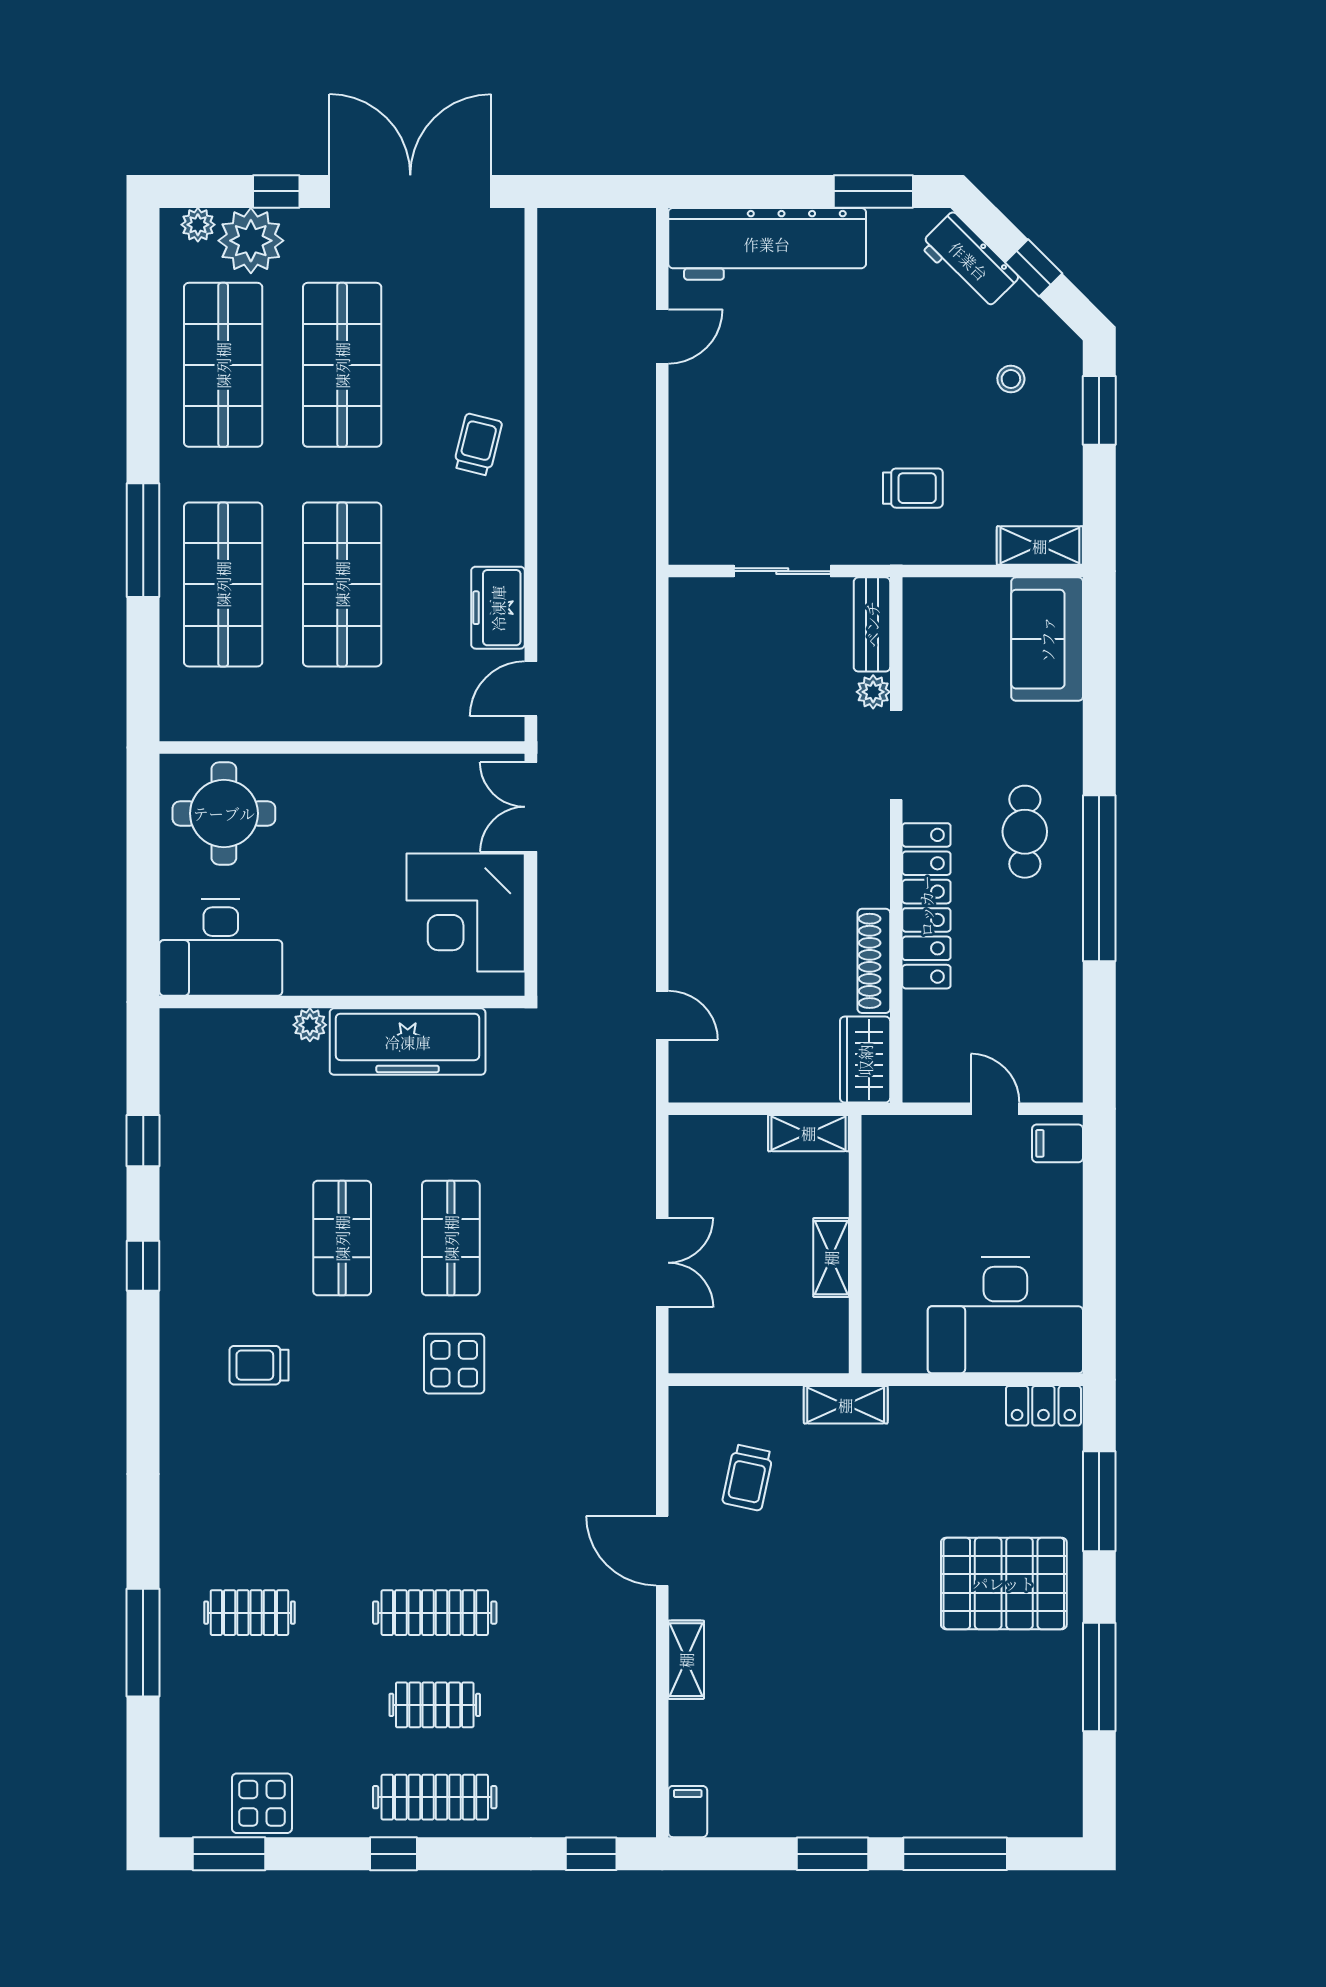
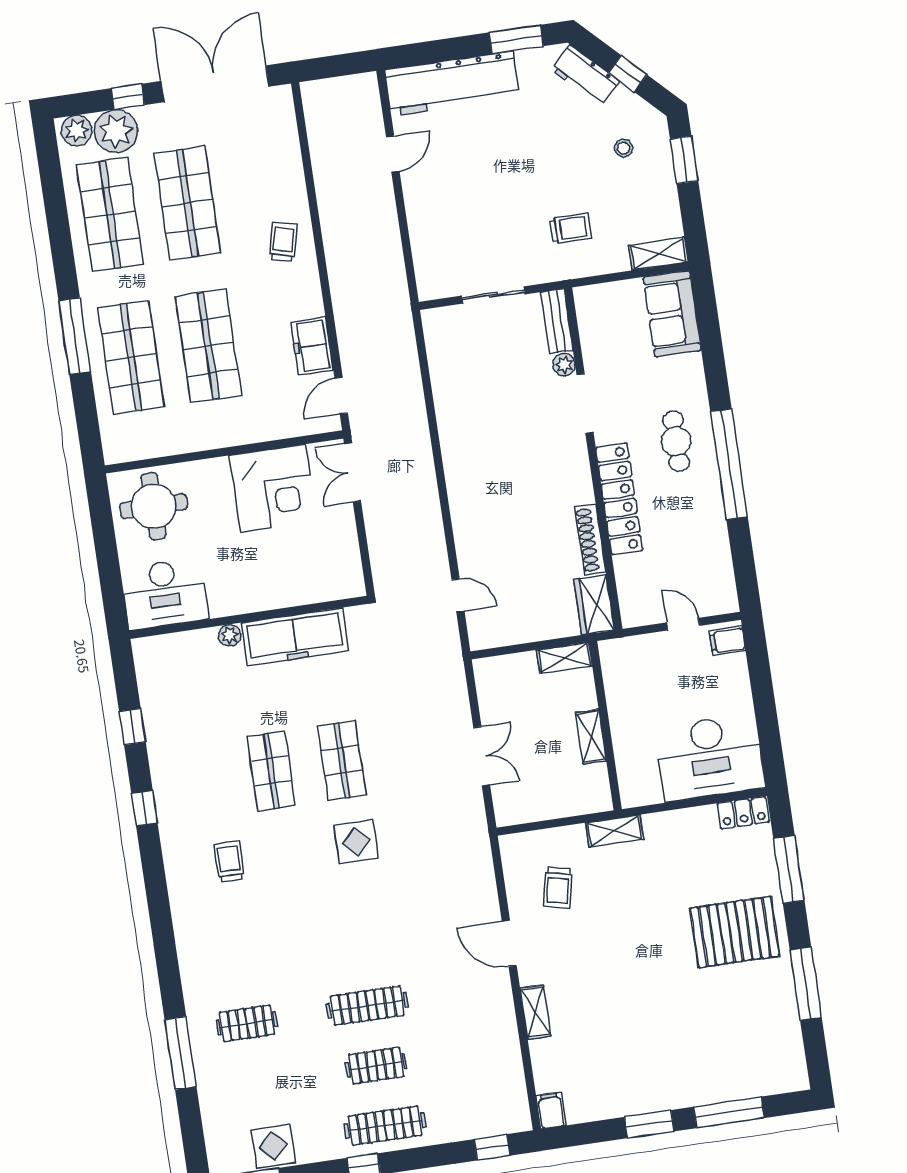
plant: (198, 225) -> (77, 131), width x1.38, depth x1.38
corner desk: (466, 912) -> (273, 488), moved, turned -90
trolley: (259, 1365) -> (229, 862), turned 90

